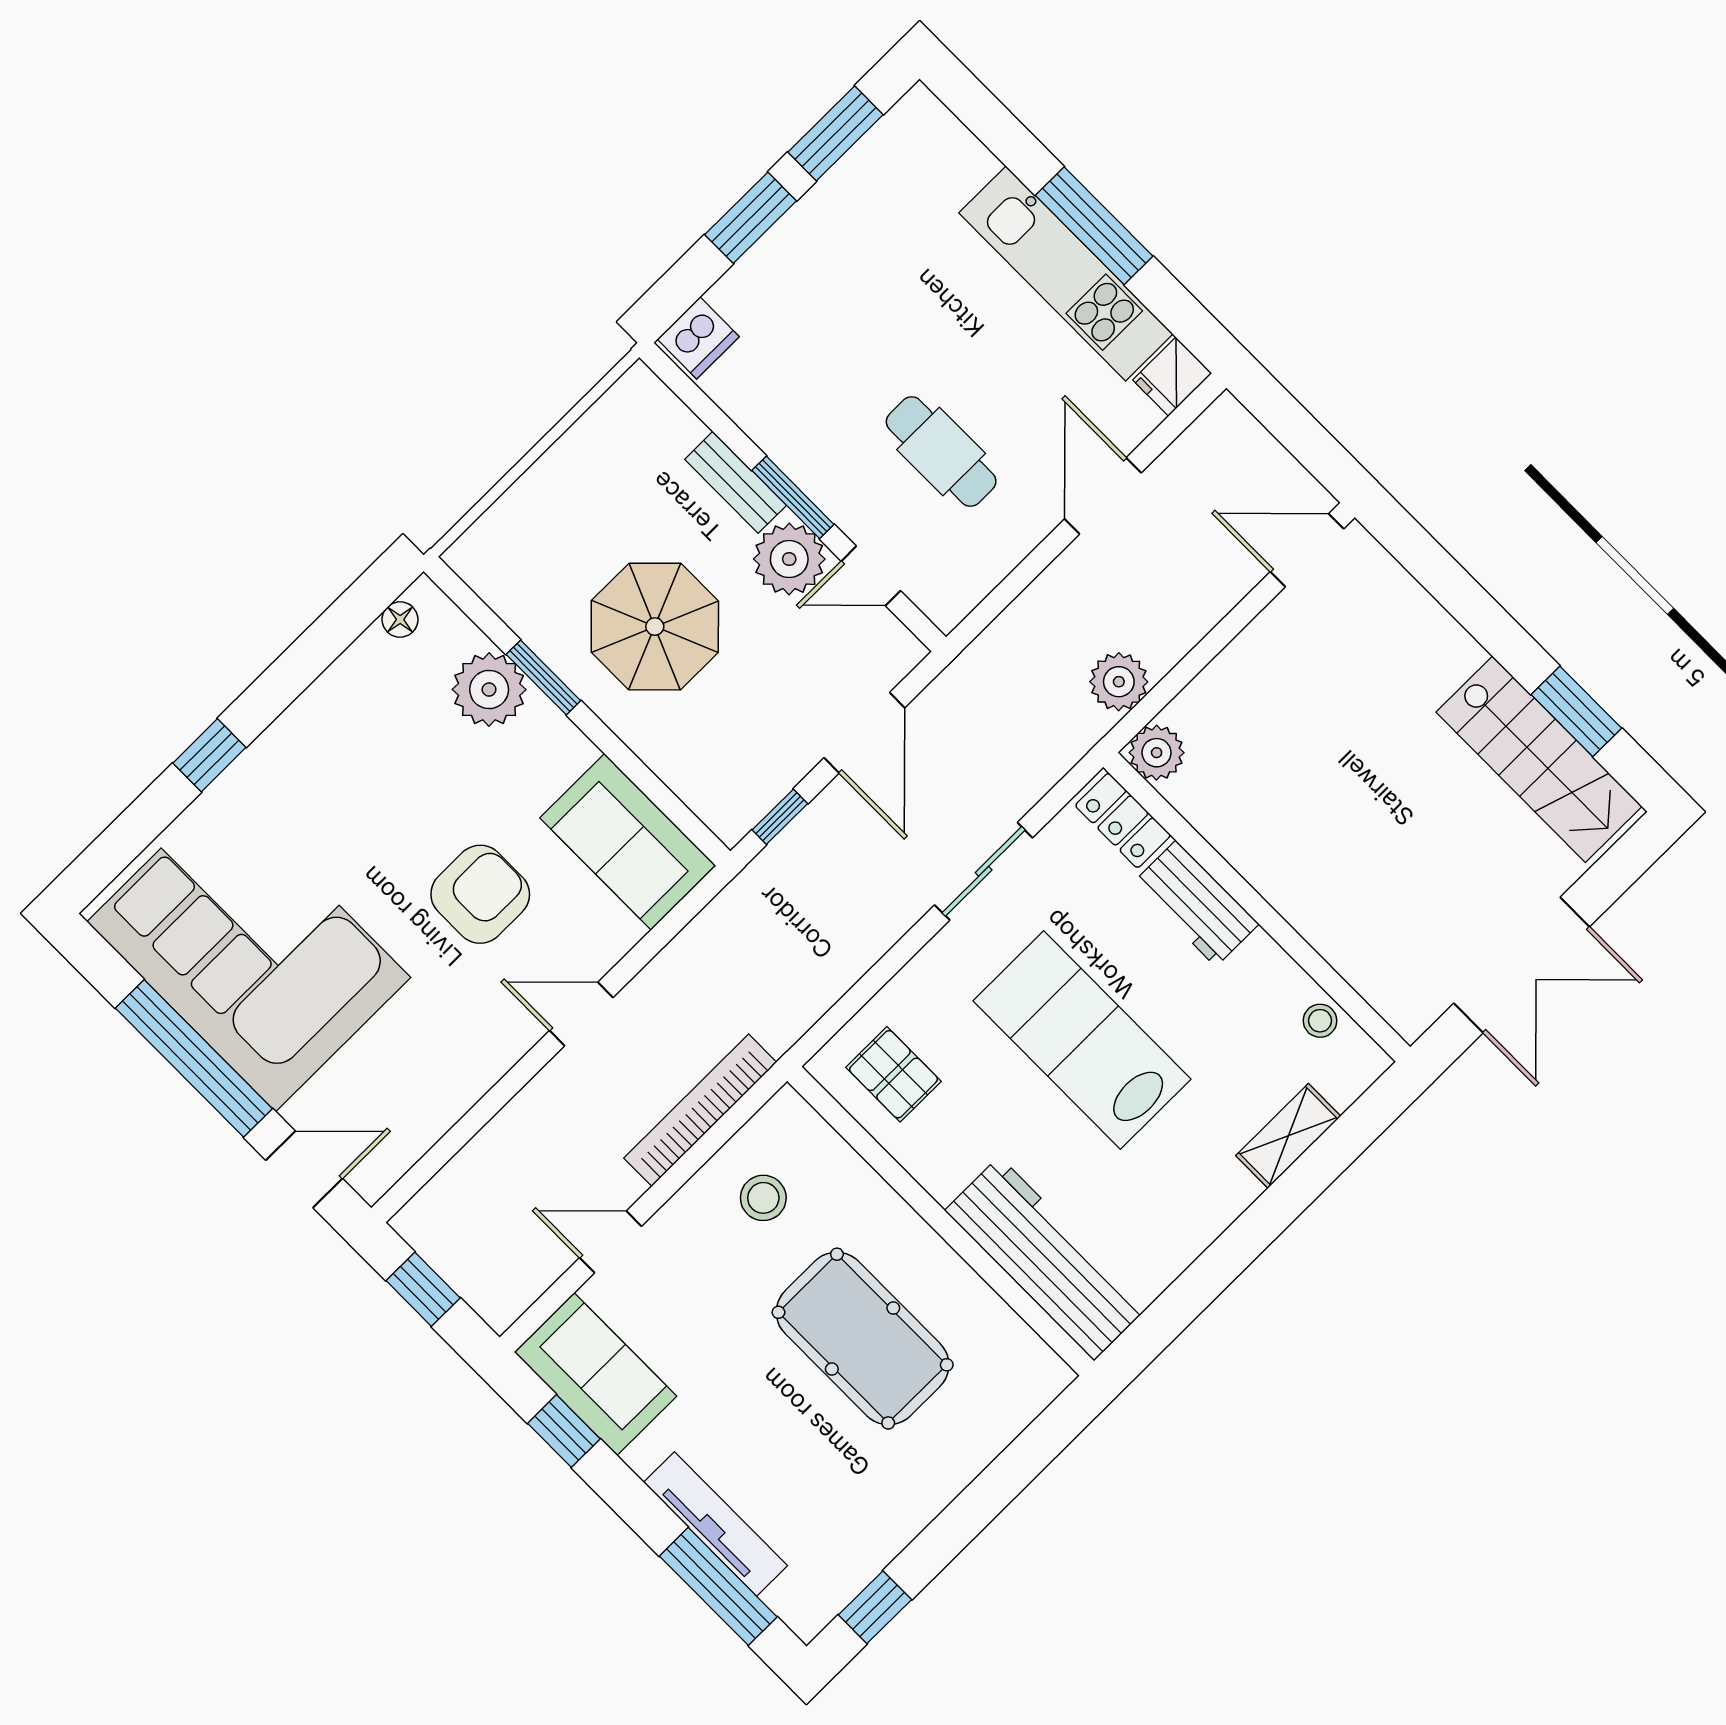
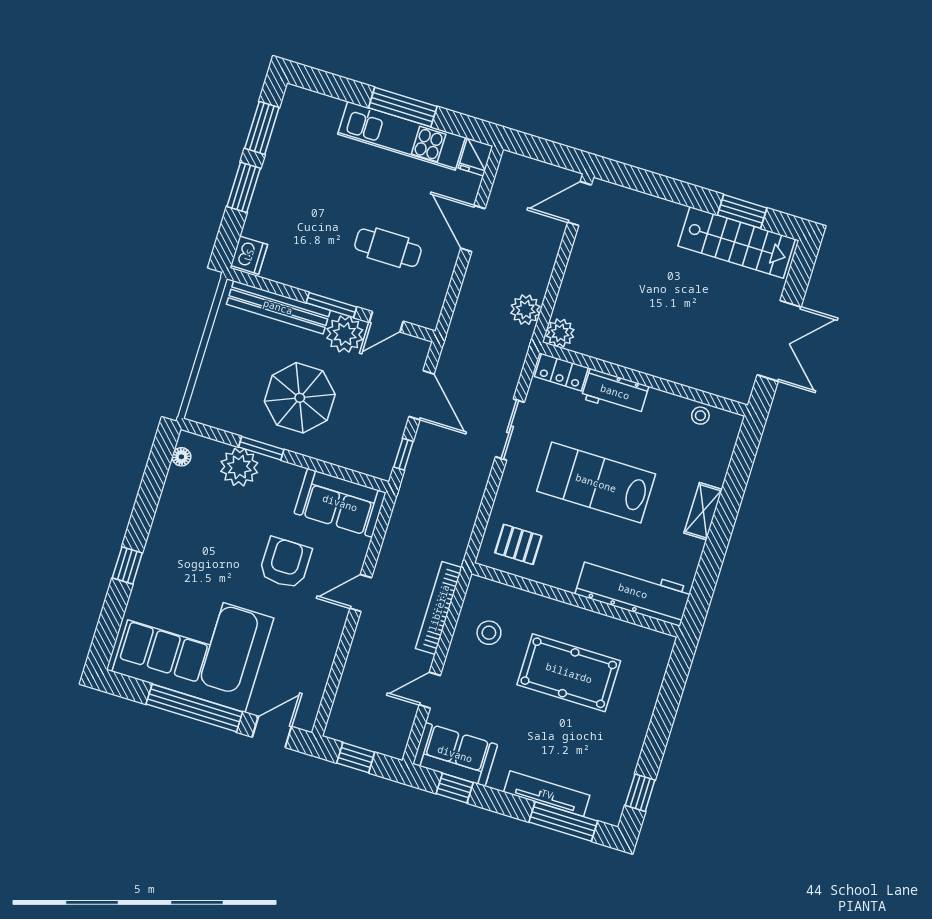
bench: (736, 482) -> (278, 307), width x1.86, depth x1.21
shelving: (1288, 1136) -> (703, 511), moved

